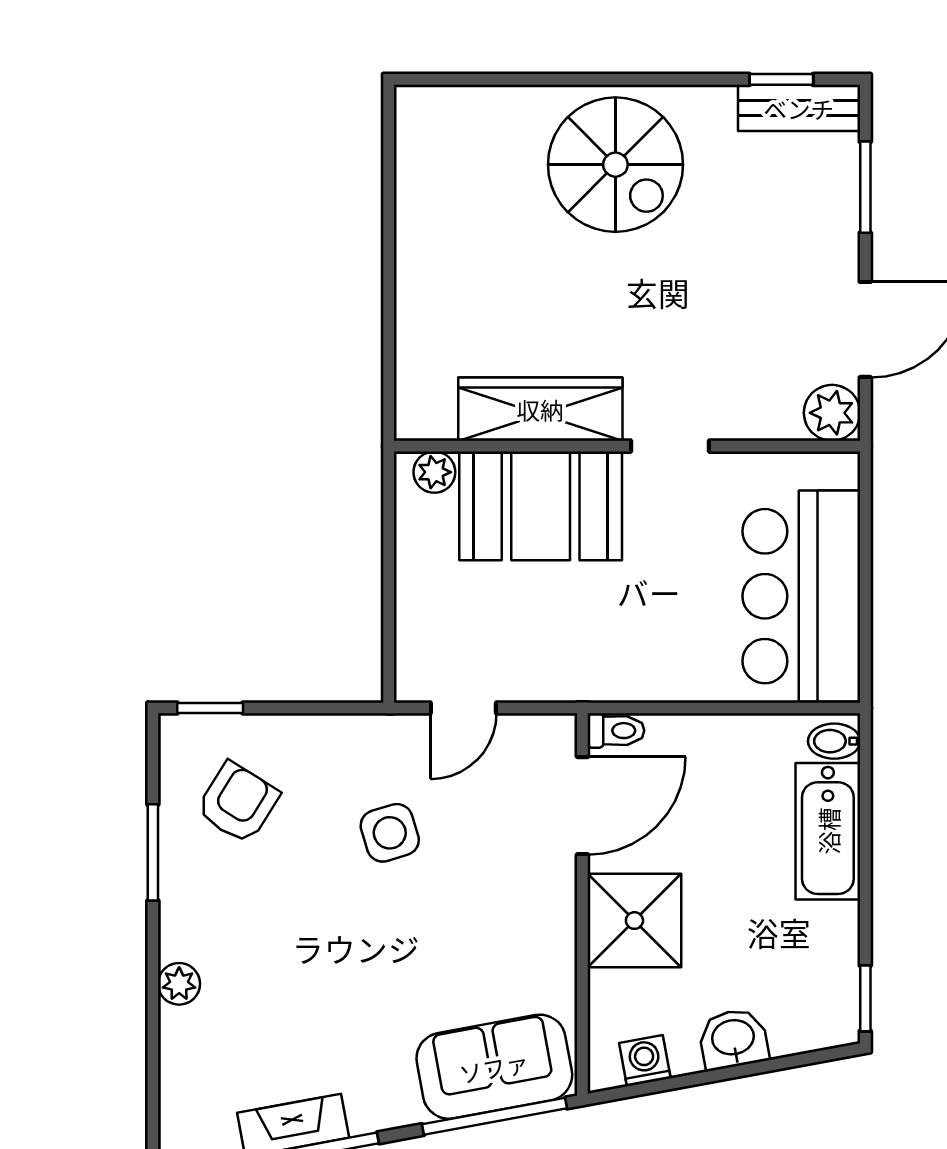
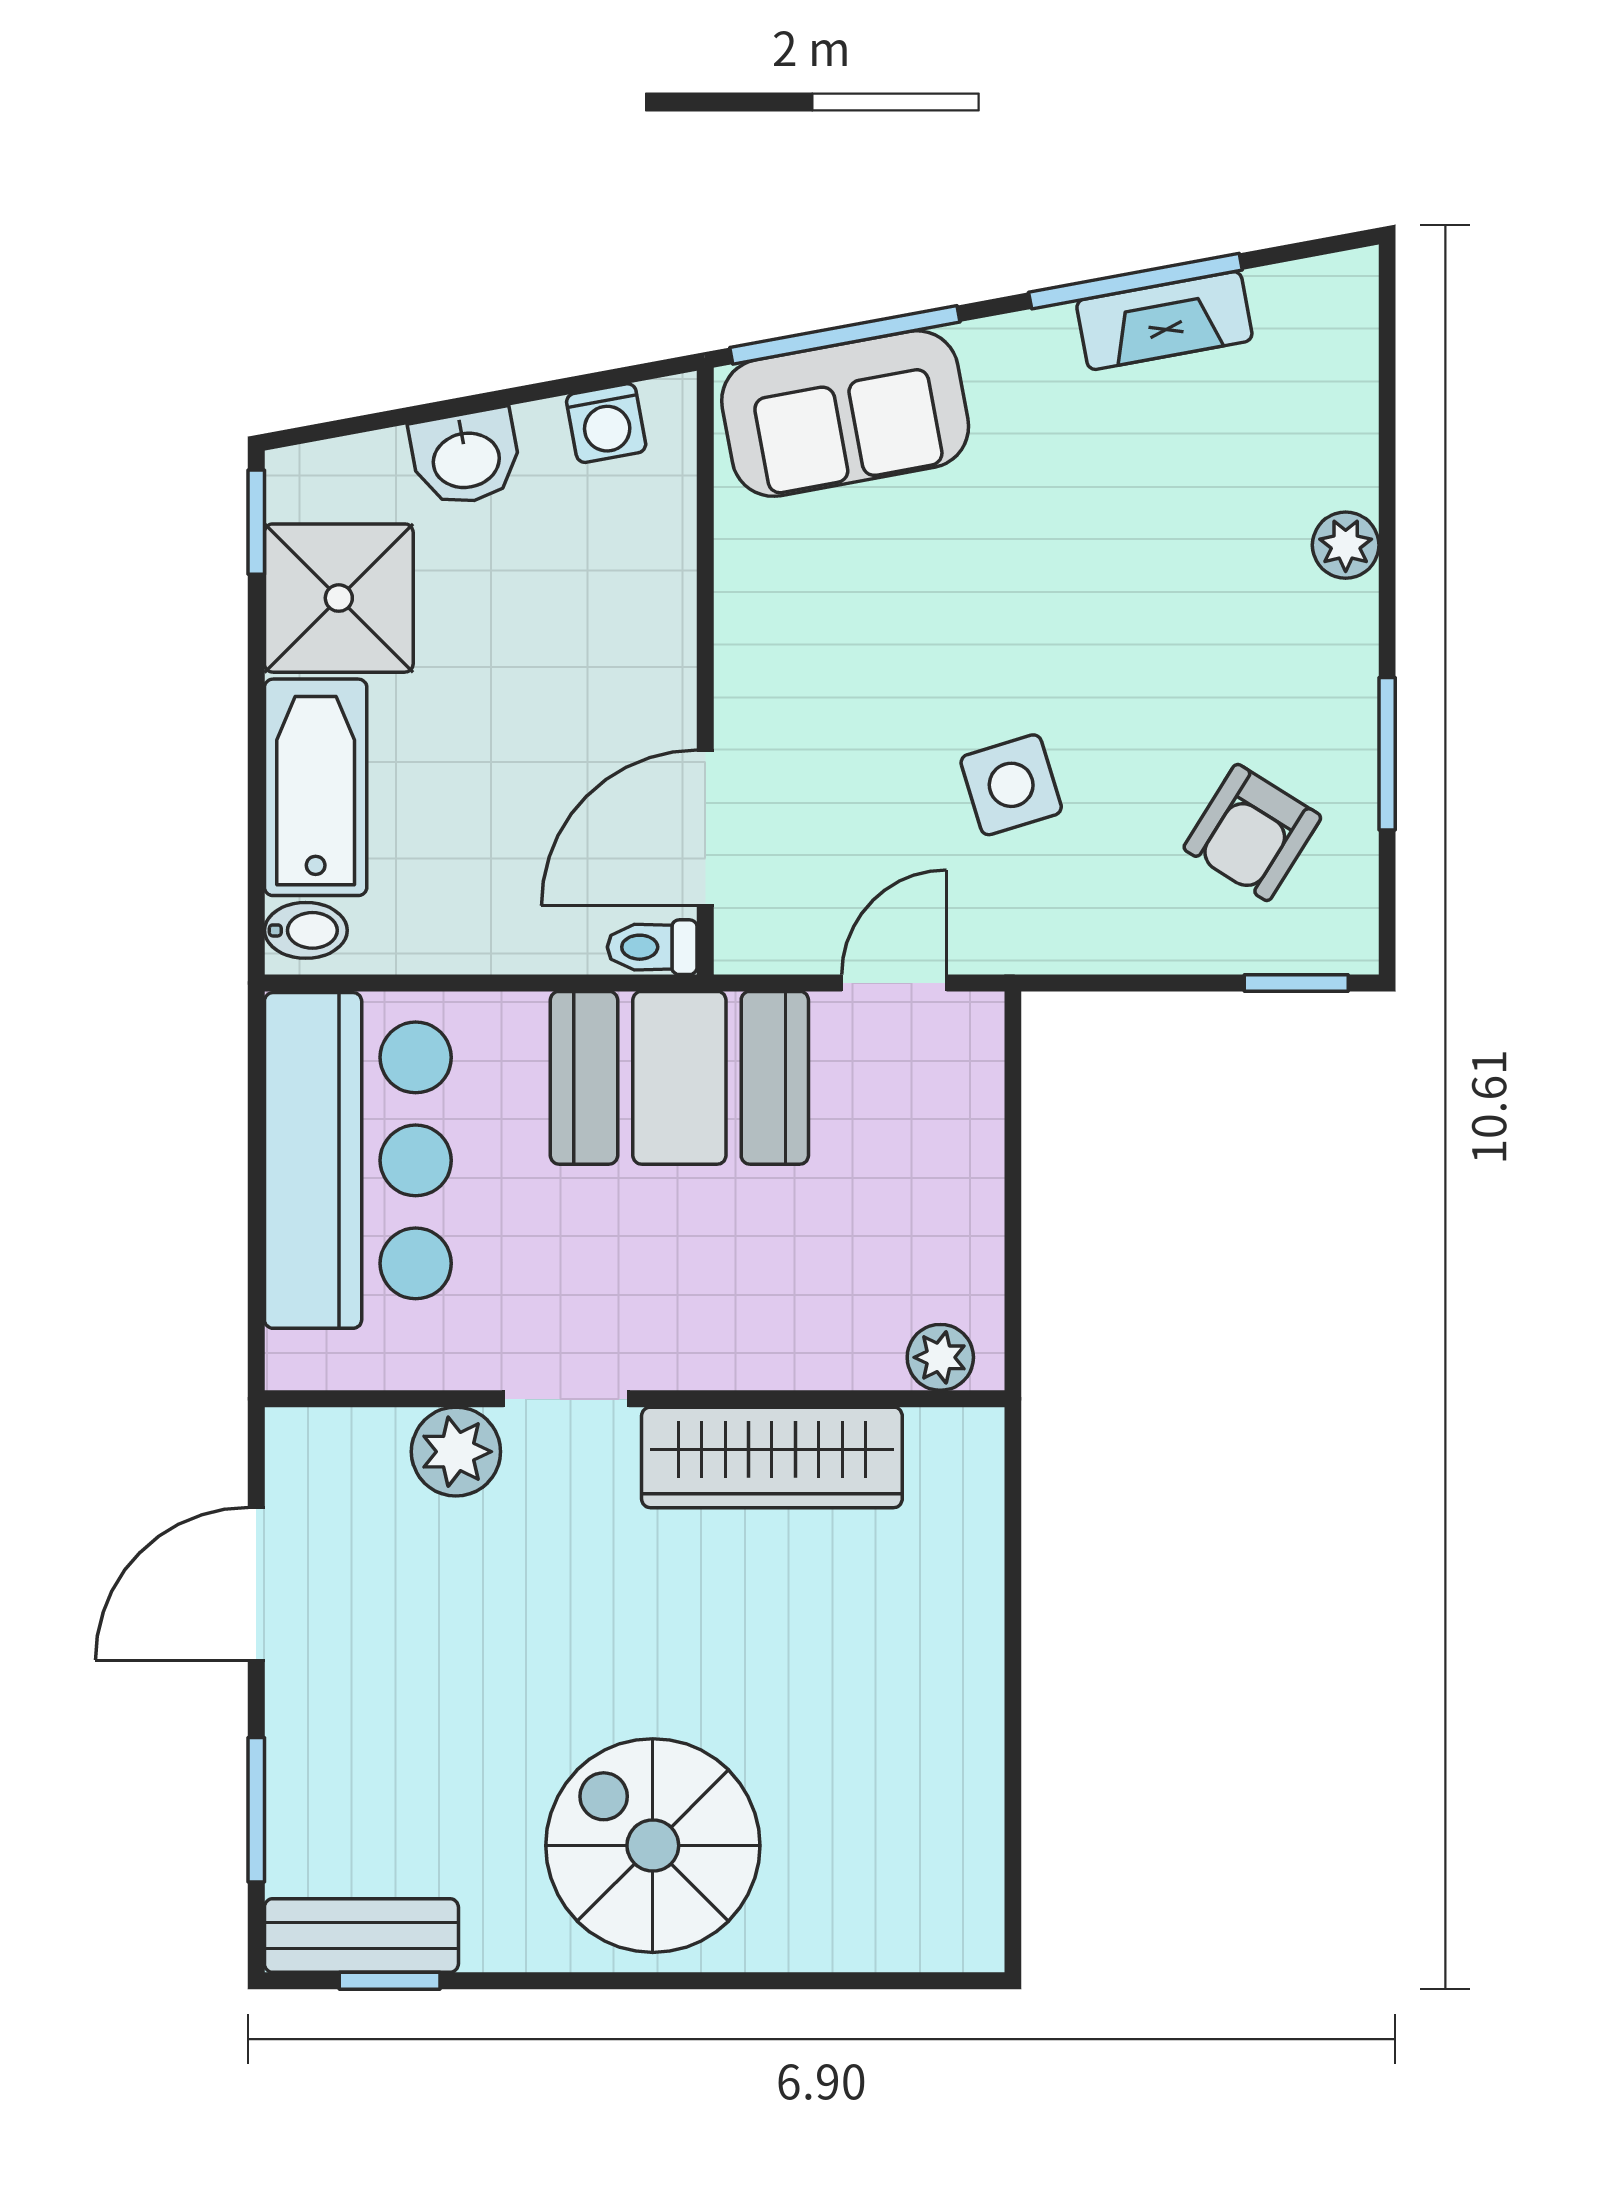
plant: (832, 413) -> (456, 1452), moved
booth: (541, 506) -> (679, 1078), moved
shower: (634, 921) -> (339, 598), moved

